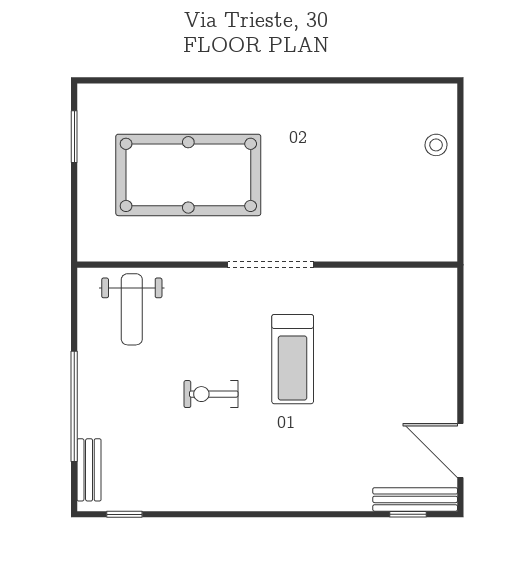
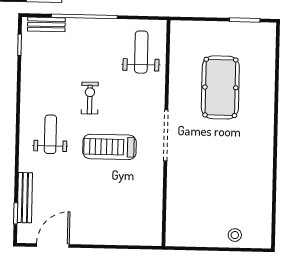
pool table: (188, 175) -> (220, 87), width x0.73, depth x0.76
weight bench: (132, 309) -> (141, 52), turned 90
weight bench: (274, 459) -> (50, 134), added
bench: (415, 499) -> (25, 198), moved

